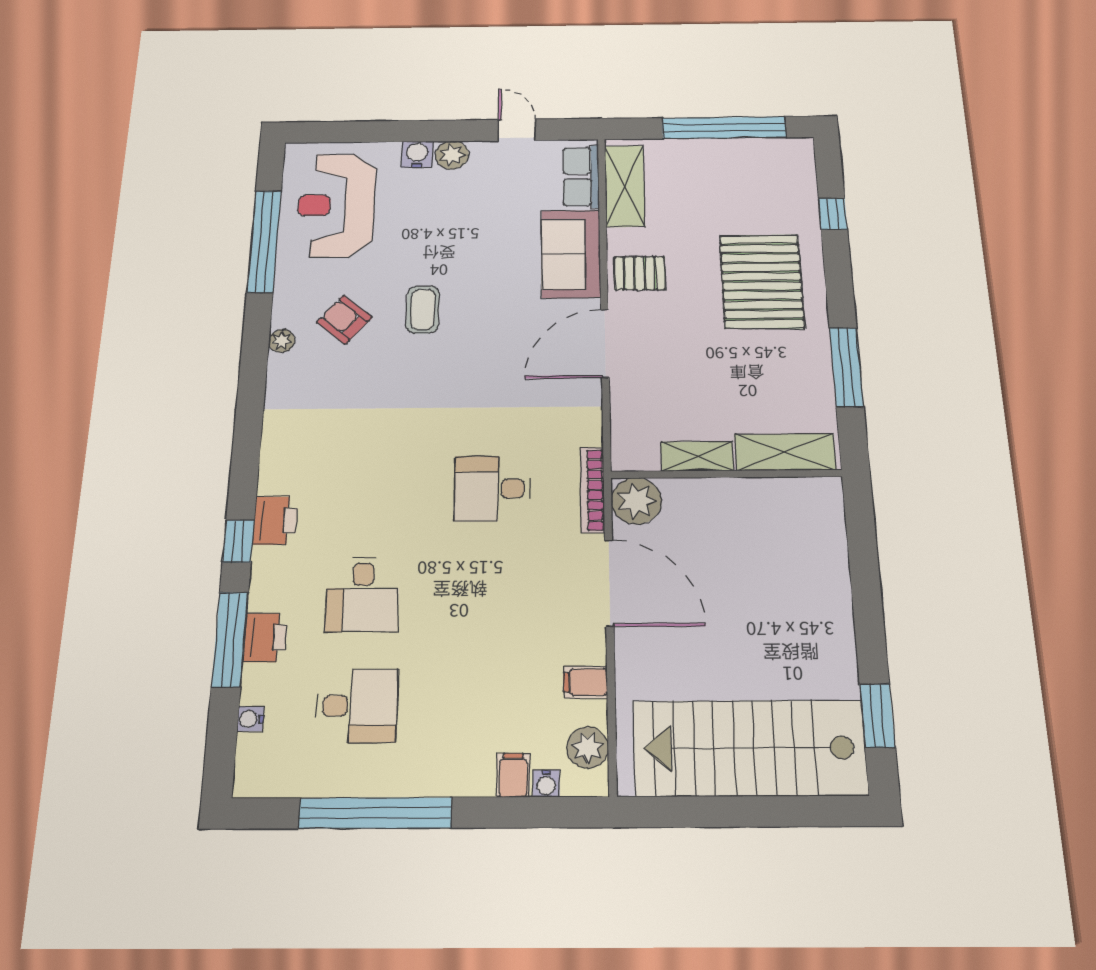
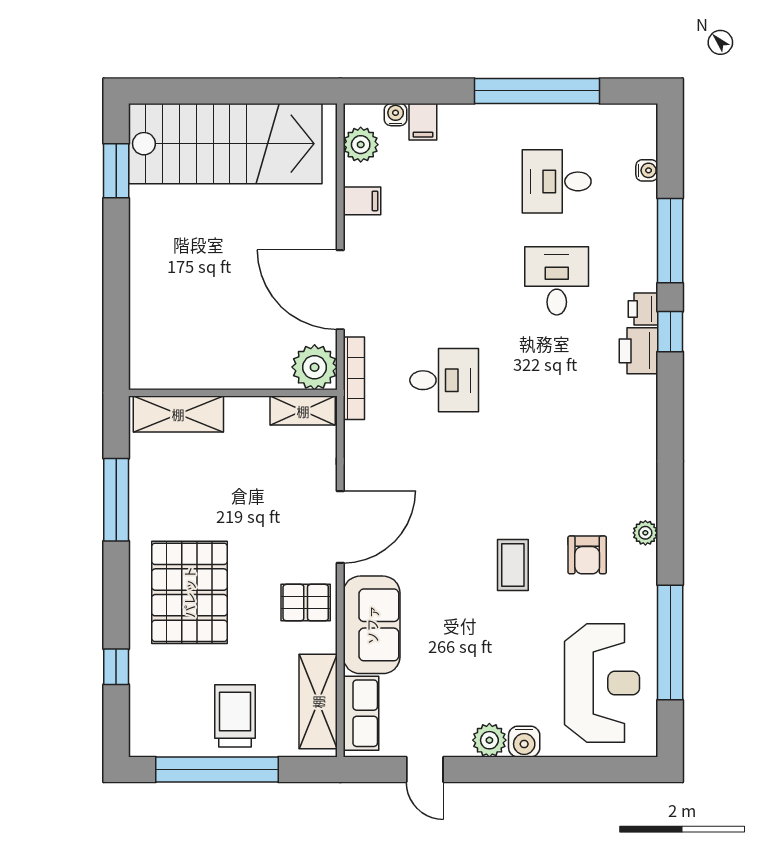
trolley: (708, 173) -> (235, 716), added
armchair: (344, 320) -> (587, 555), turned 50
shelving: (697, 456) -> (303, 411), moved
printer: (265, 638) -> (643, 309), moved, width x0.73, depth x0.81

